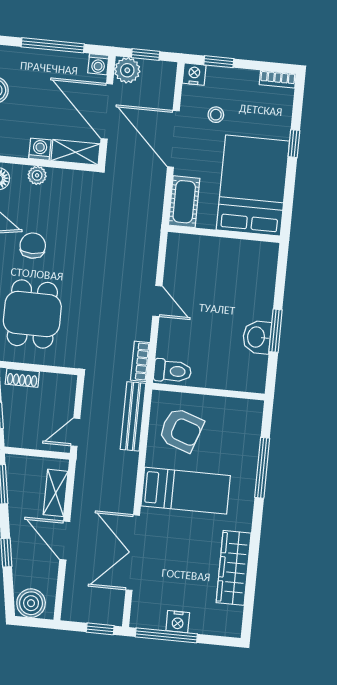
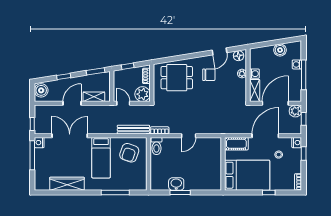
washing machine: (98, 64) -> (297, 64), moved
plant: (60, 390) -> (143, 94), added
nightstand: (178, 622) -> (39, 143), moved

